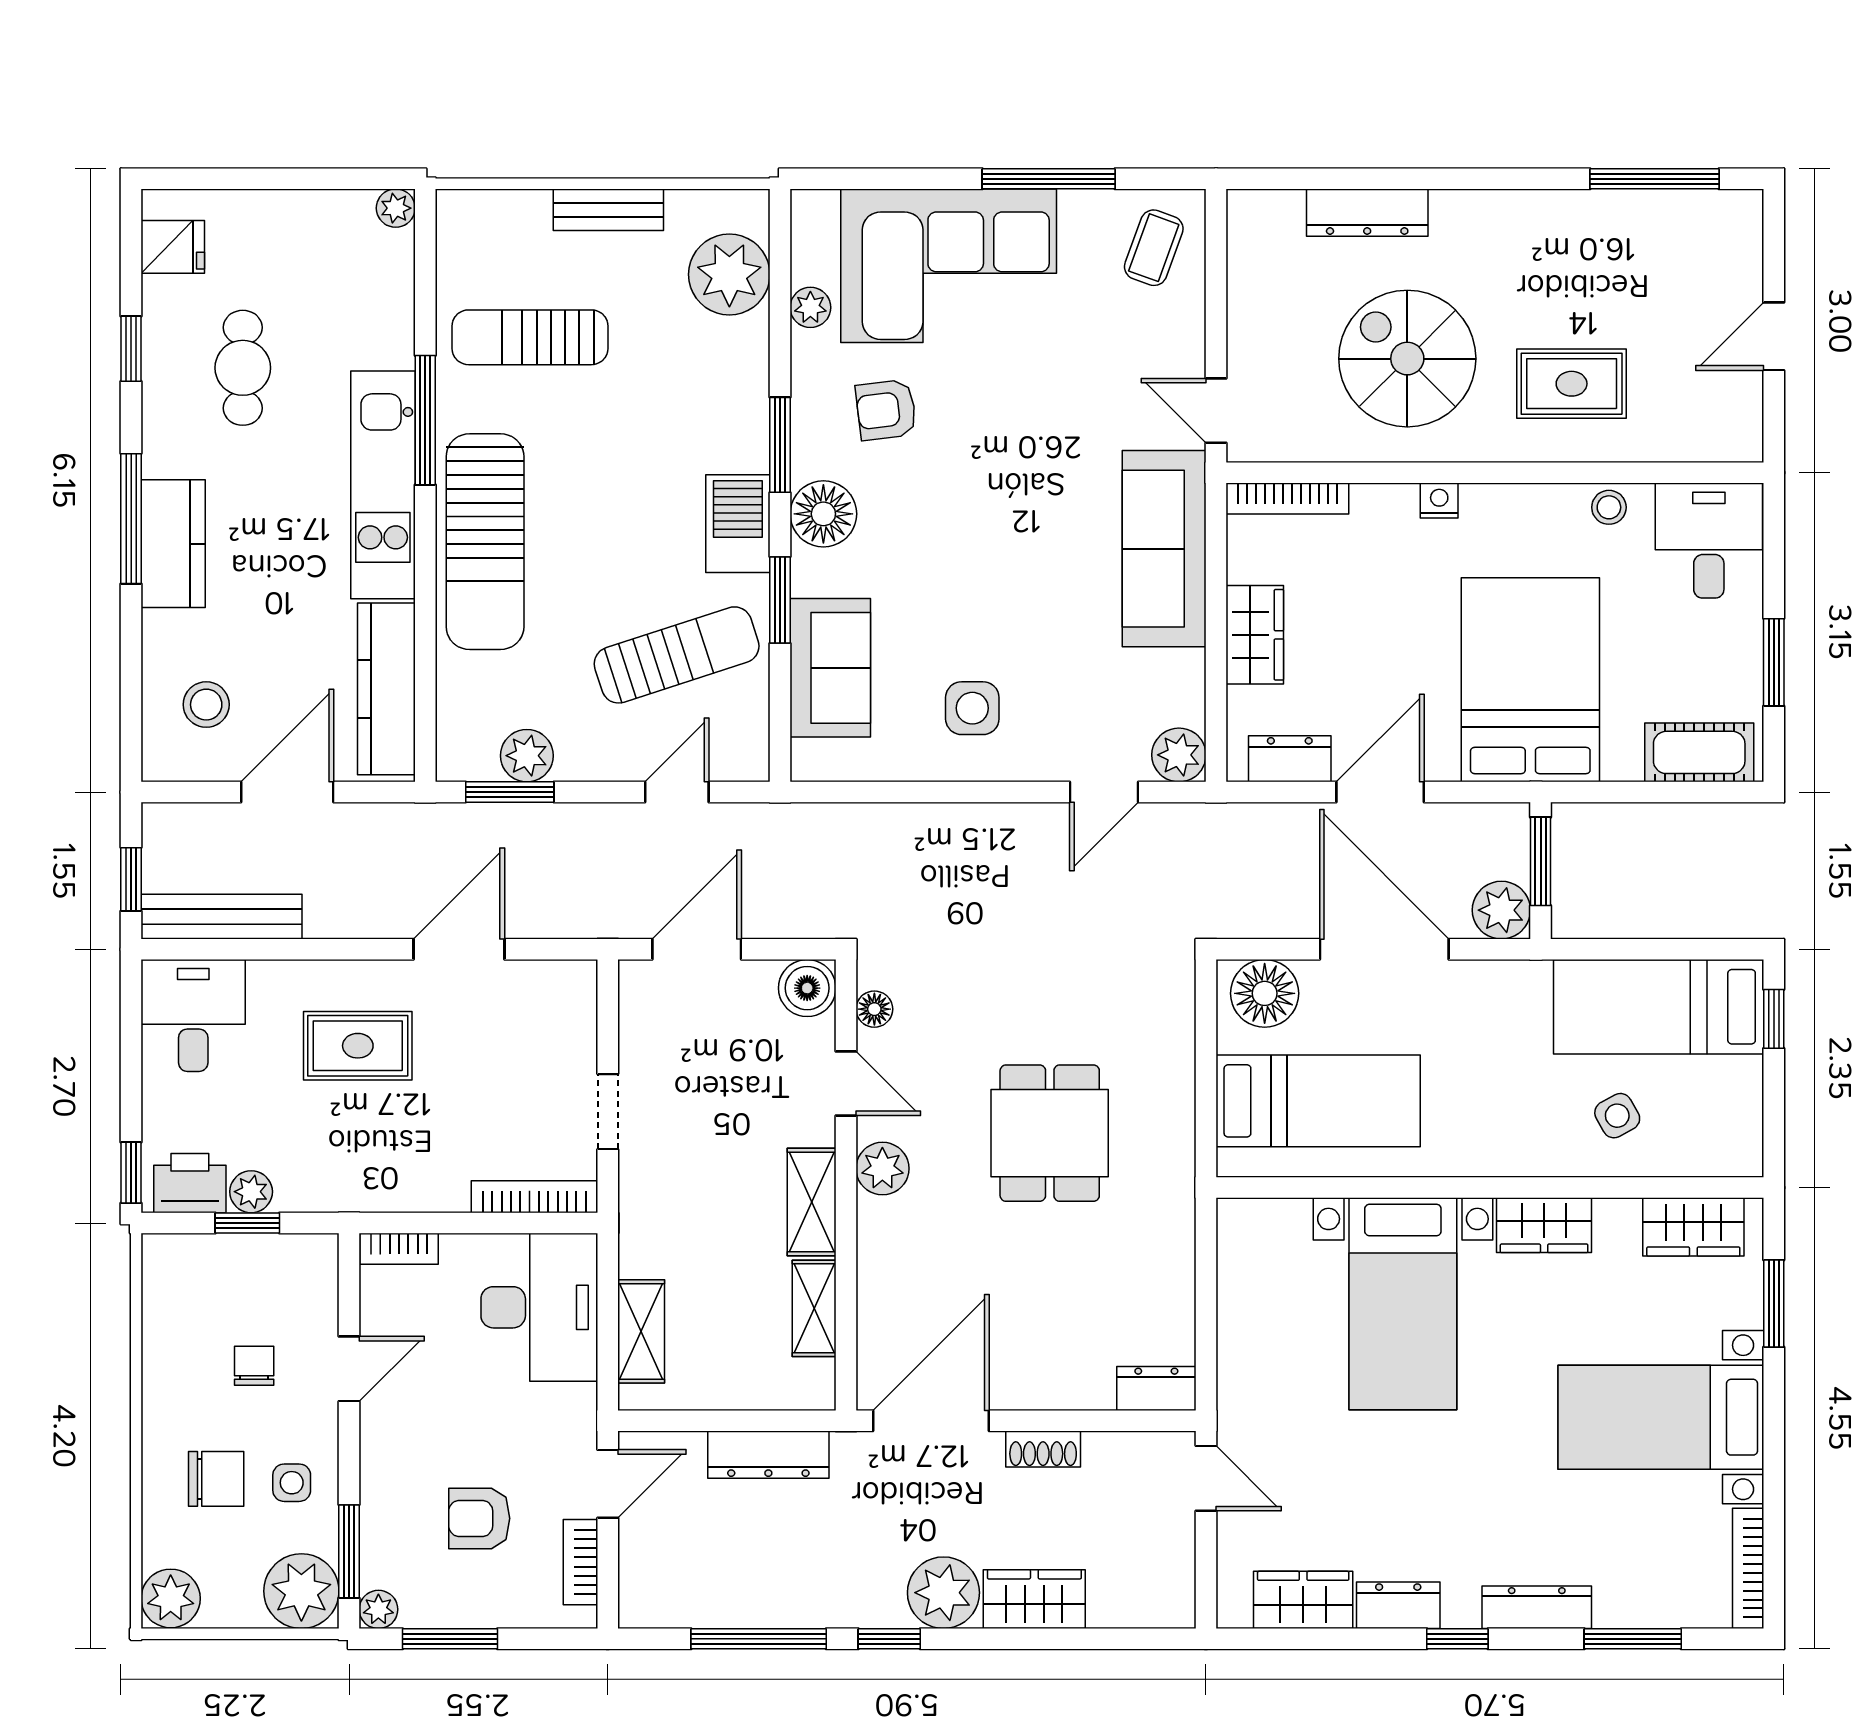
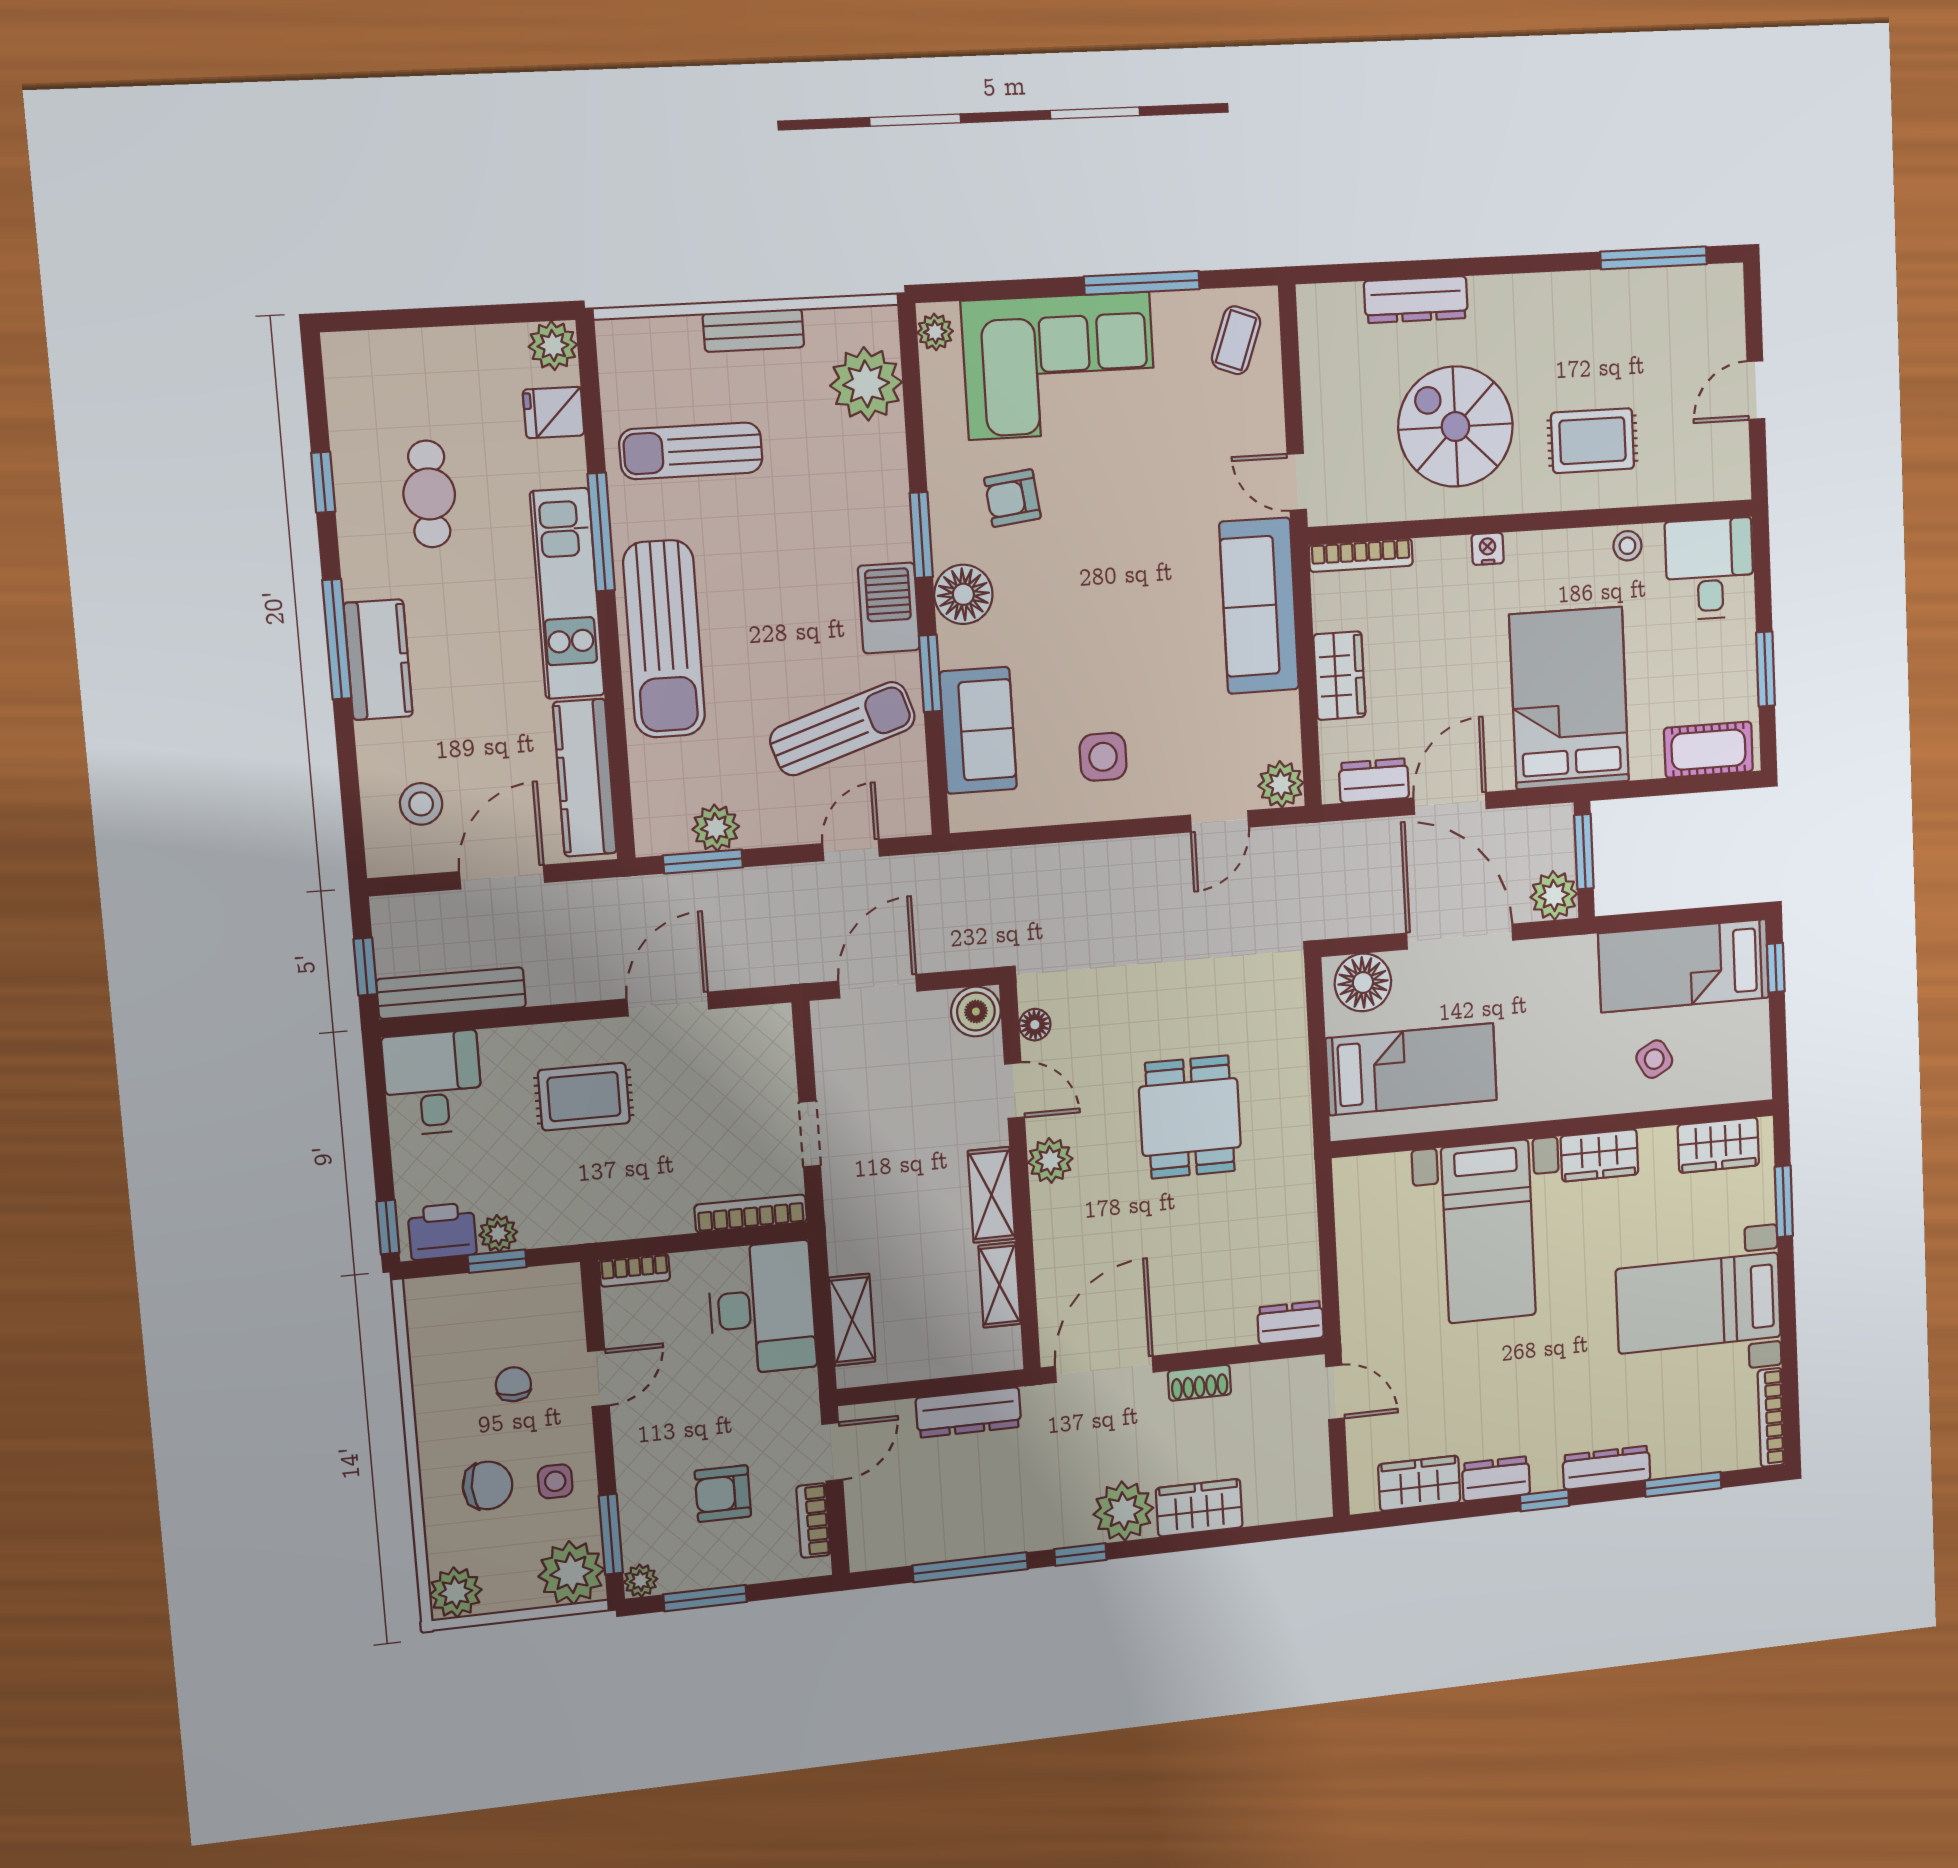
plant: (396, 208) -> (553, 346), width x1.38, depth x1.38
fridge: (173, 247) -> (554, 413), moved, turned 180
plant: (810, 307) -> (935, 332), moved

